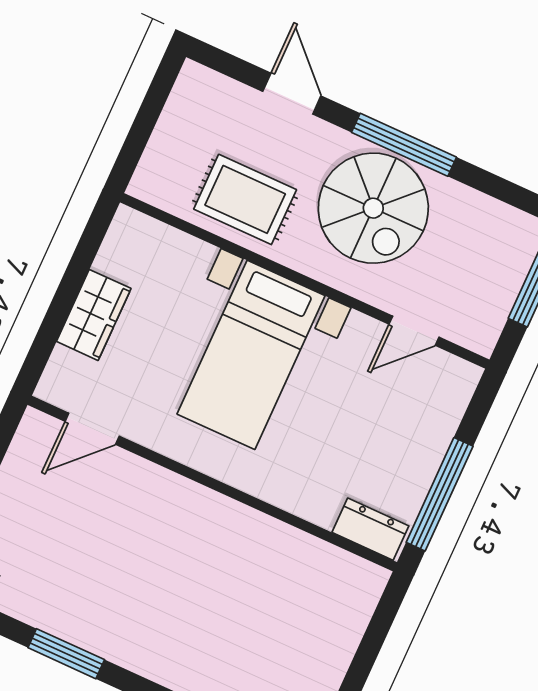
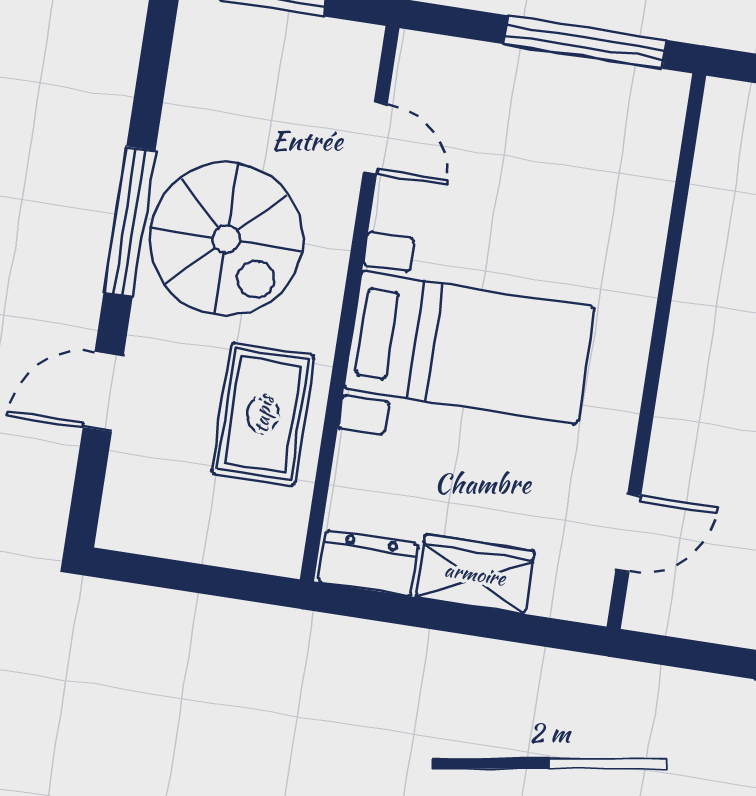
spiral stairs: (373, 208) -> (226, 239), turned 90
door: (92, 429) -> (628, 533), hinge flipped
dresser: (370, 529) -> (369, 563), moved, turned 90

